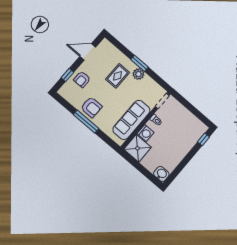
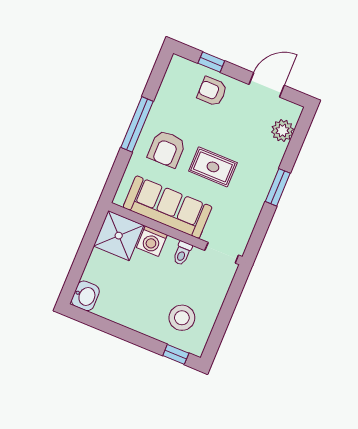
door: (88, 52) -> (267, 85), hinge flipped
plant: (138, 74) -> (282, 131), moved
rug: (118, 76) -> (213, 167), moved
armchair: (91, 107) -> (167, 149), moved
stool: (187, 131) -> (182, 318), added

